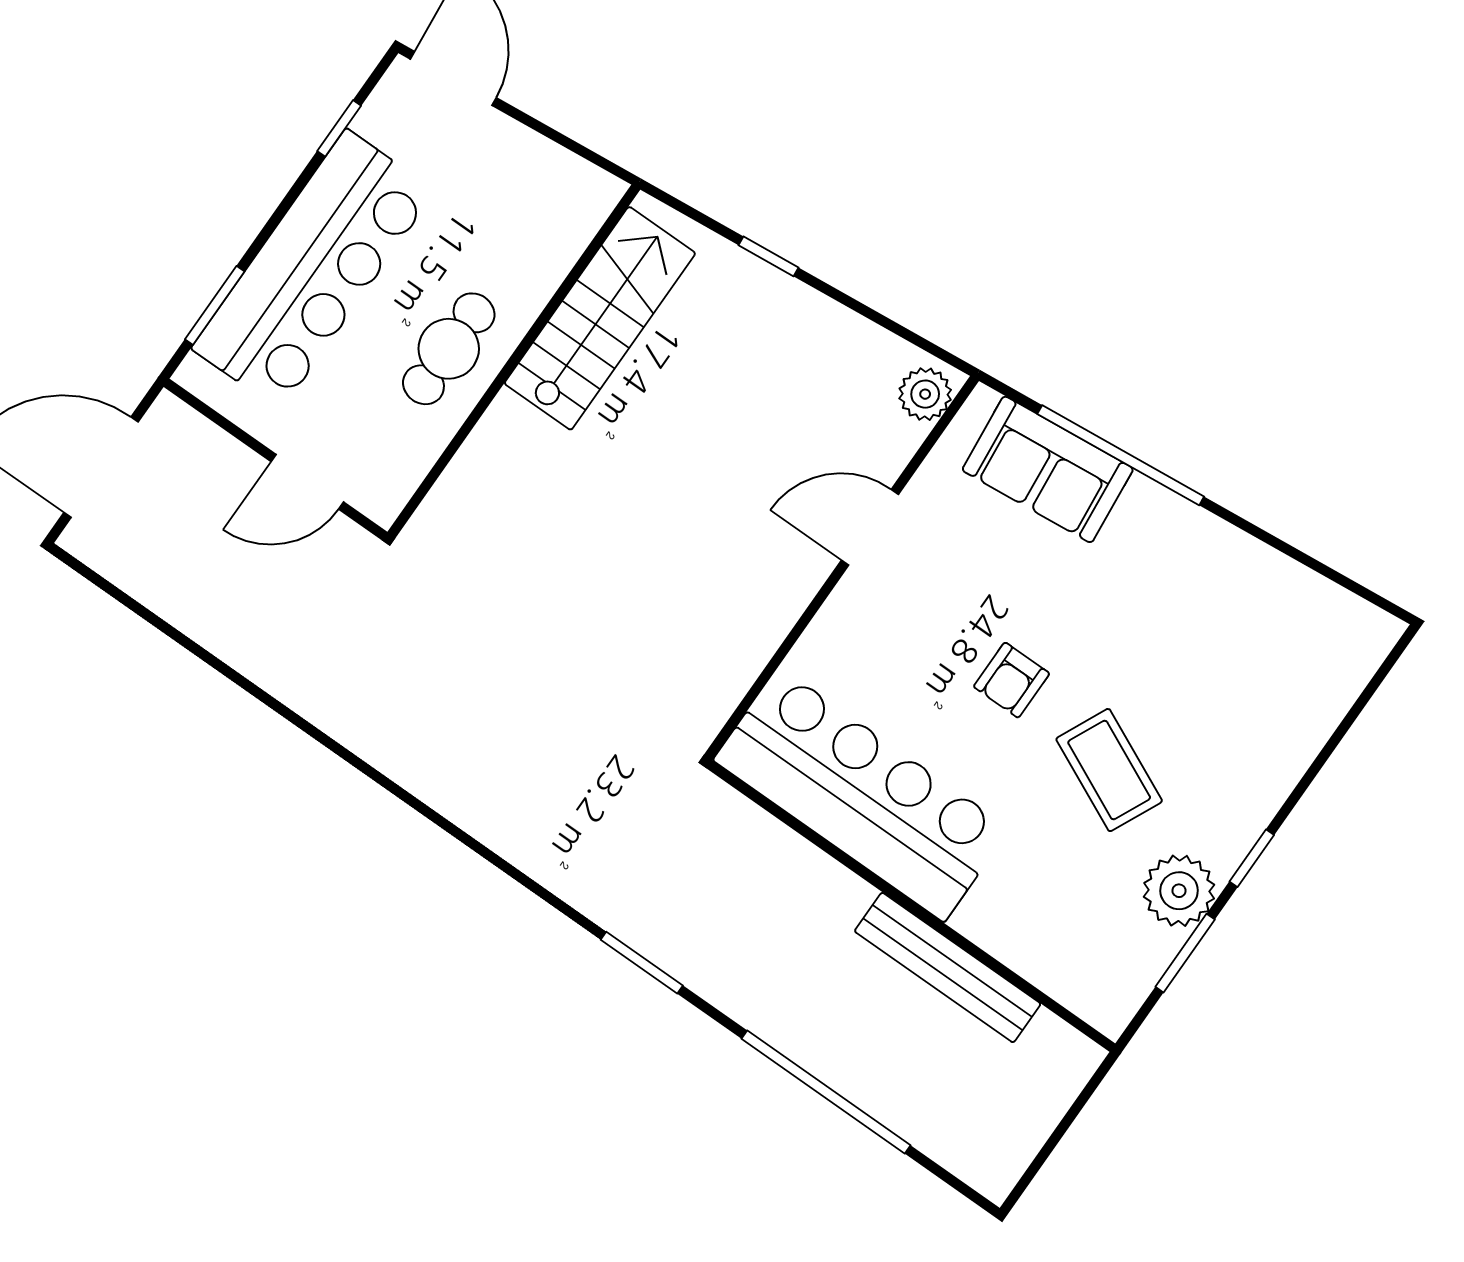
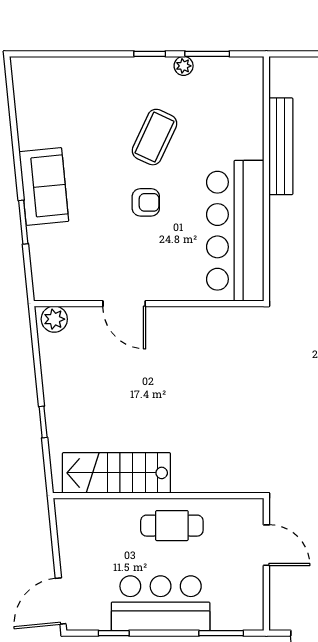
bar counter: (313, 270) -> (161, 603), width x0.73
window: (1121, 455) -> (23, 222), width x0.47
sofa: (1048, 469) -> (44, 186), moved
plant: (1179, 891) -> (184, 66), width x0.53, depth x0.53

